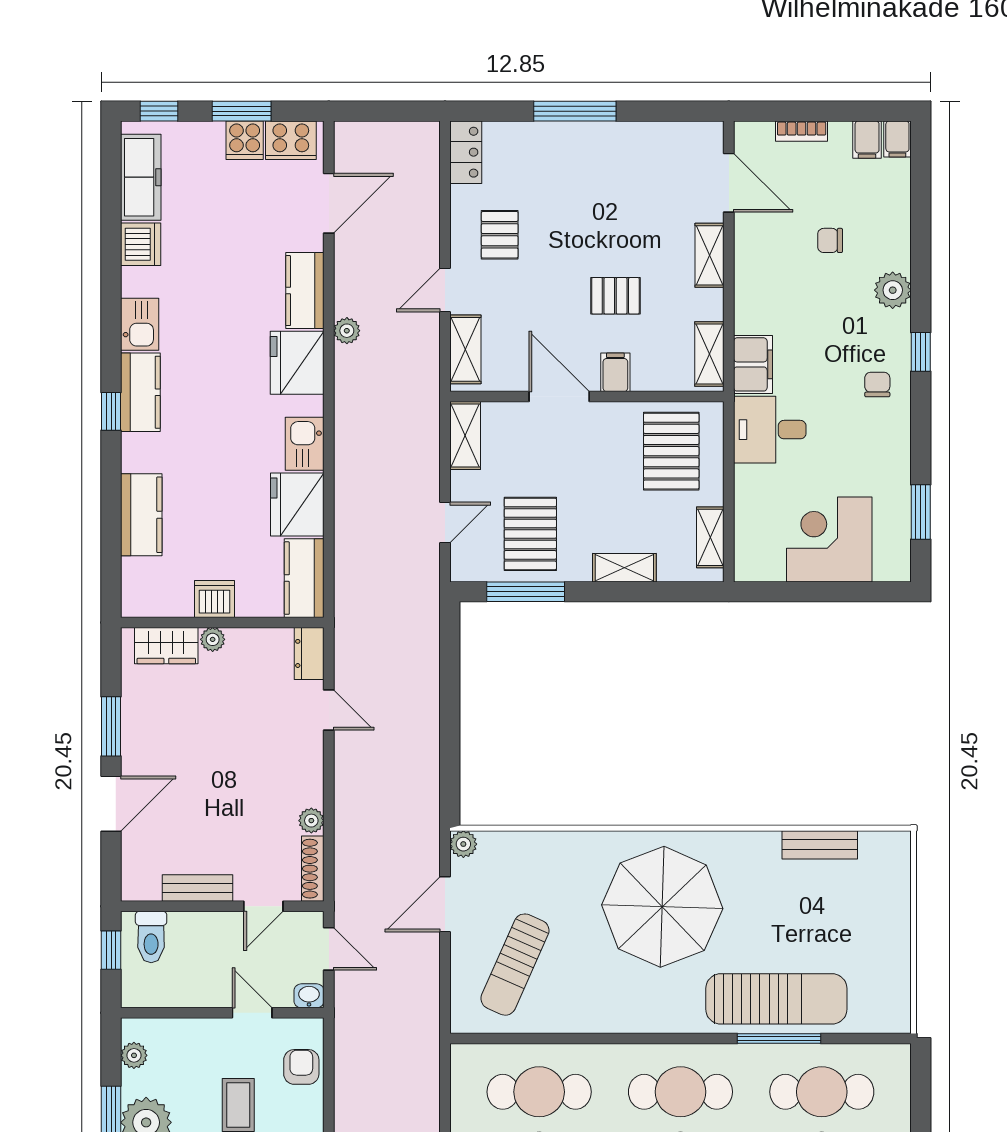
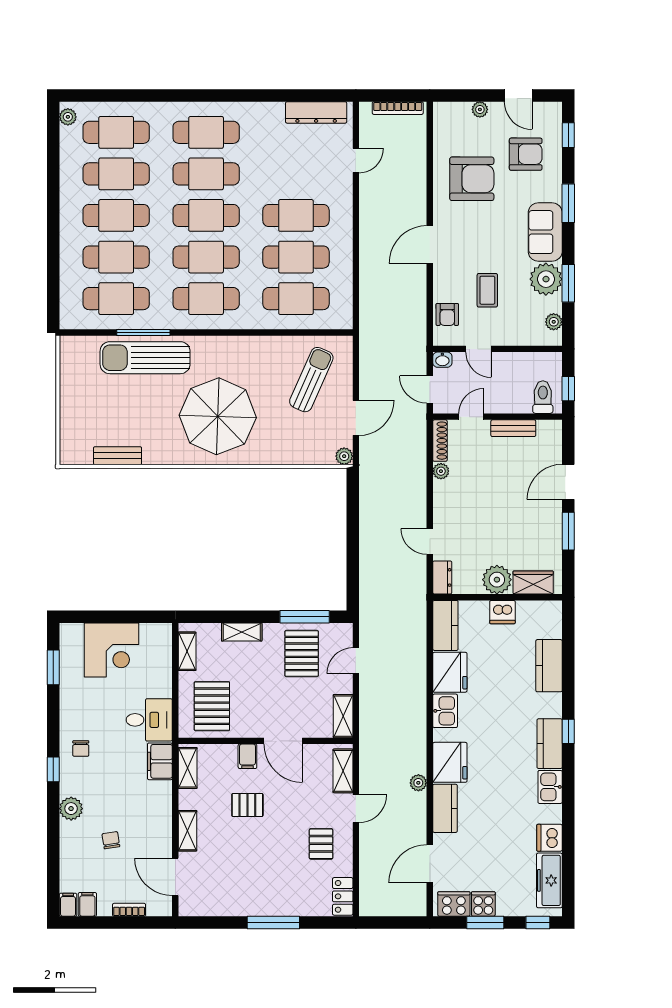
chair: (830, 240) -> (111, 840), turned -99
plant: (213, 639) -> (497, 580), width x1.88, depth x1.88

